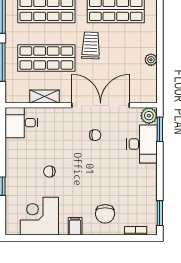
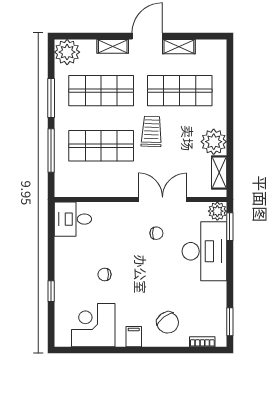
plant: (151, 60) -> (214, 142), width x1.88, depth x1.88
shelving: (44, 97) -> (219, 173), moved, turned 90
double door: (101, 105) -> (163, 199), width x0.73
desk: (142, 144) -> (204, 251), width x1.36, depth x1.30
chair: (105, 214) -> (168, 323), turned -37

